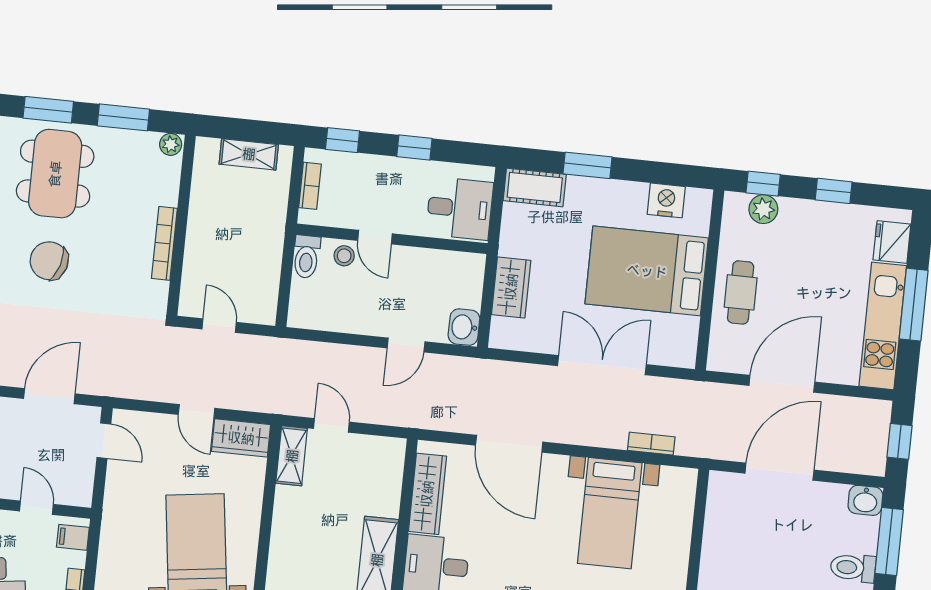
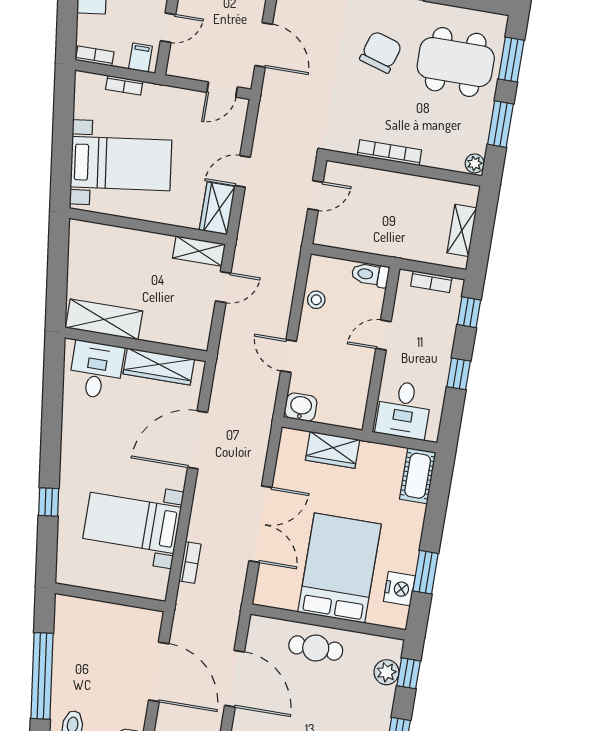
window: (587, 165) -> (426, 572), moved
stool: (344, 256) -> (316, 300), moved
bookcase: (106, 554) -> (124, 85), added

